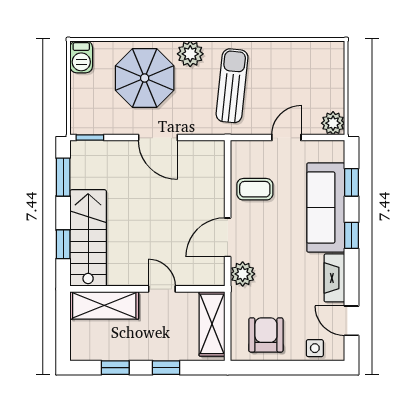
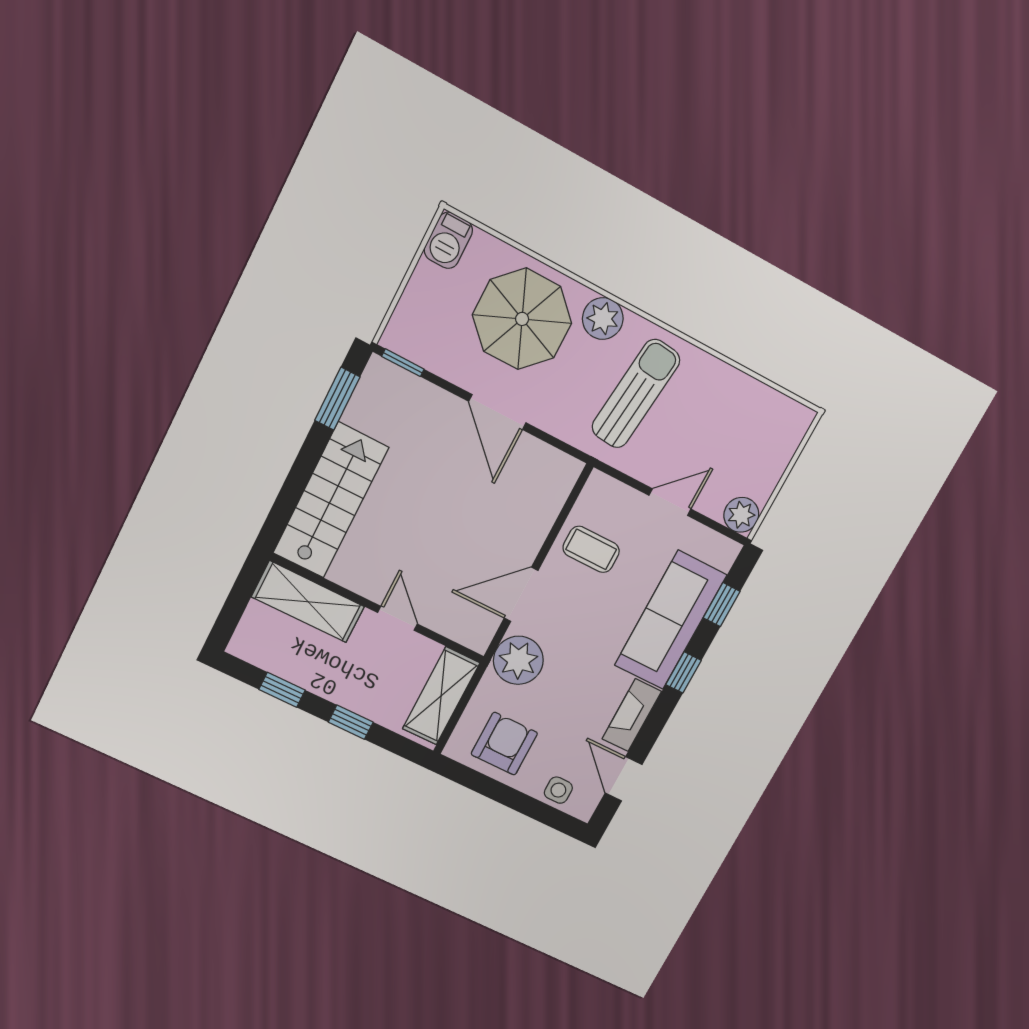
window: (63, 244) -> (291, 492), removed
plant: (243, 274) -> (518, 660), width x1.36, depth x1.36

